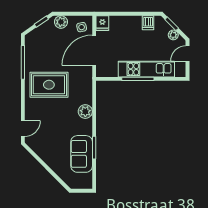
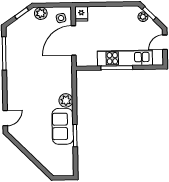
dishwasher: (148, 23) -> (126, 13), removed
plant: (173, 35) -> (143, 17), moved
rug: (49, 85) -> (30, 75), removed
sofa: (82, 154) -> (63, 126), moved

